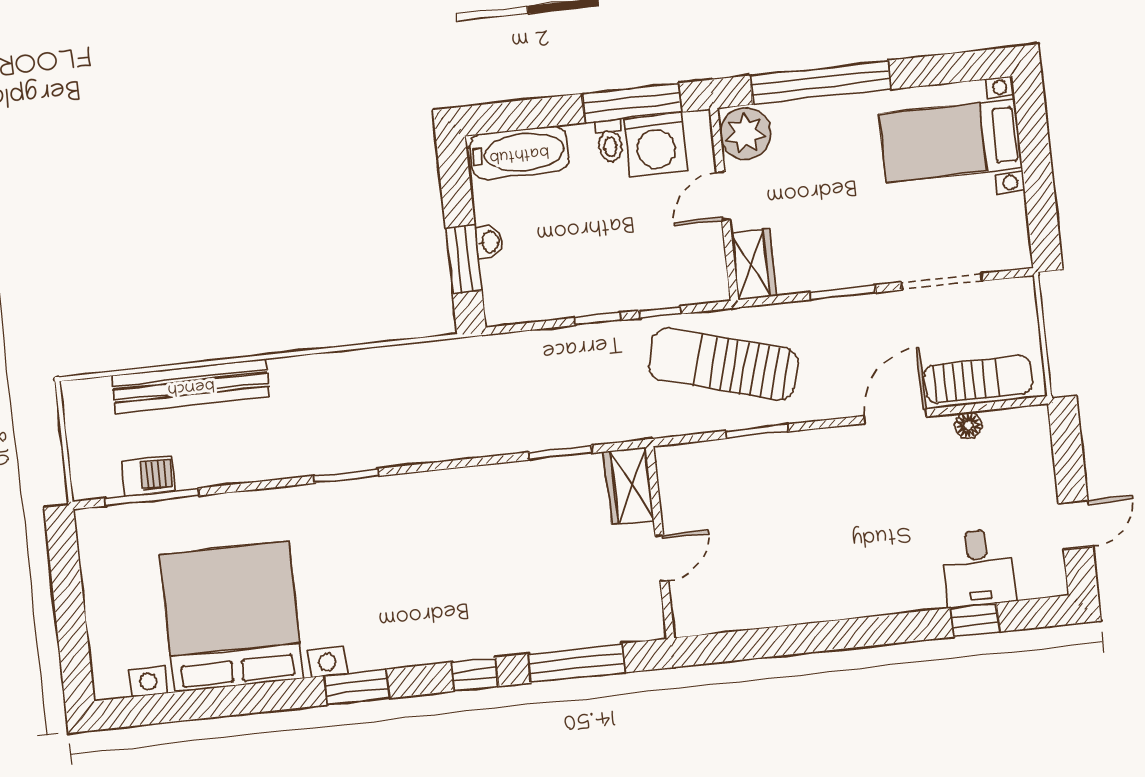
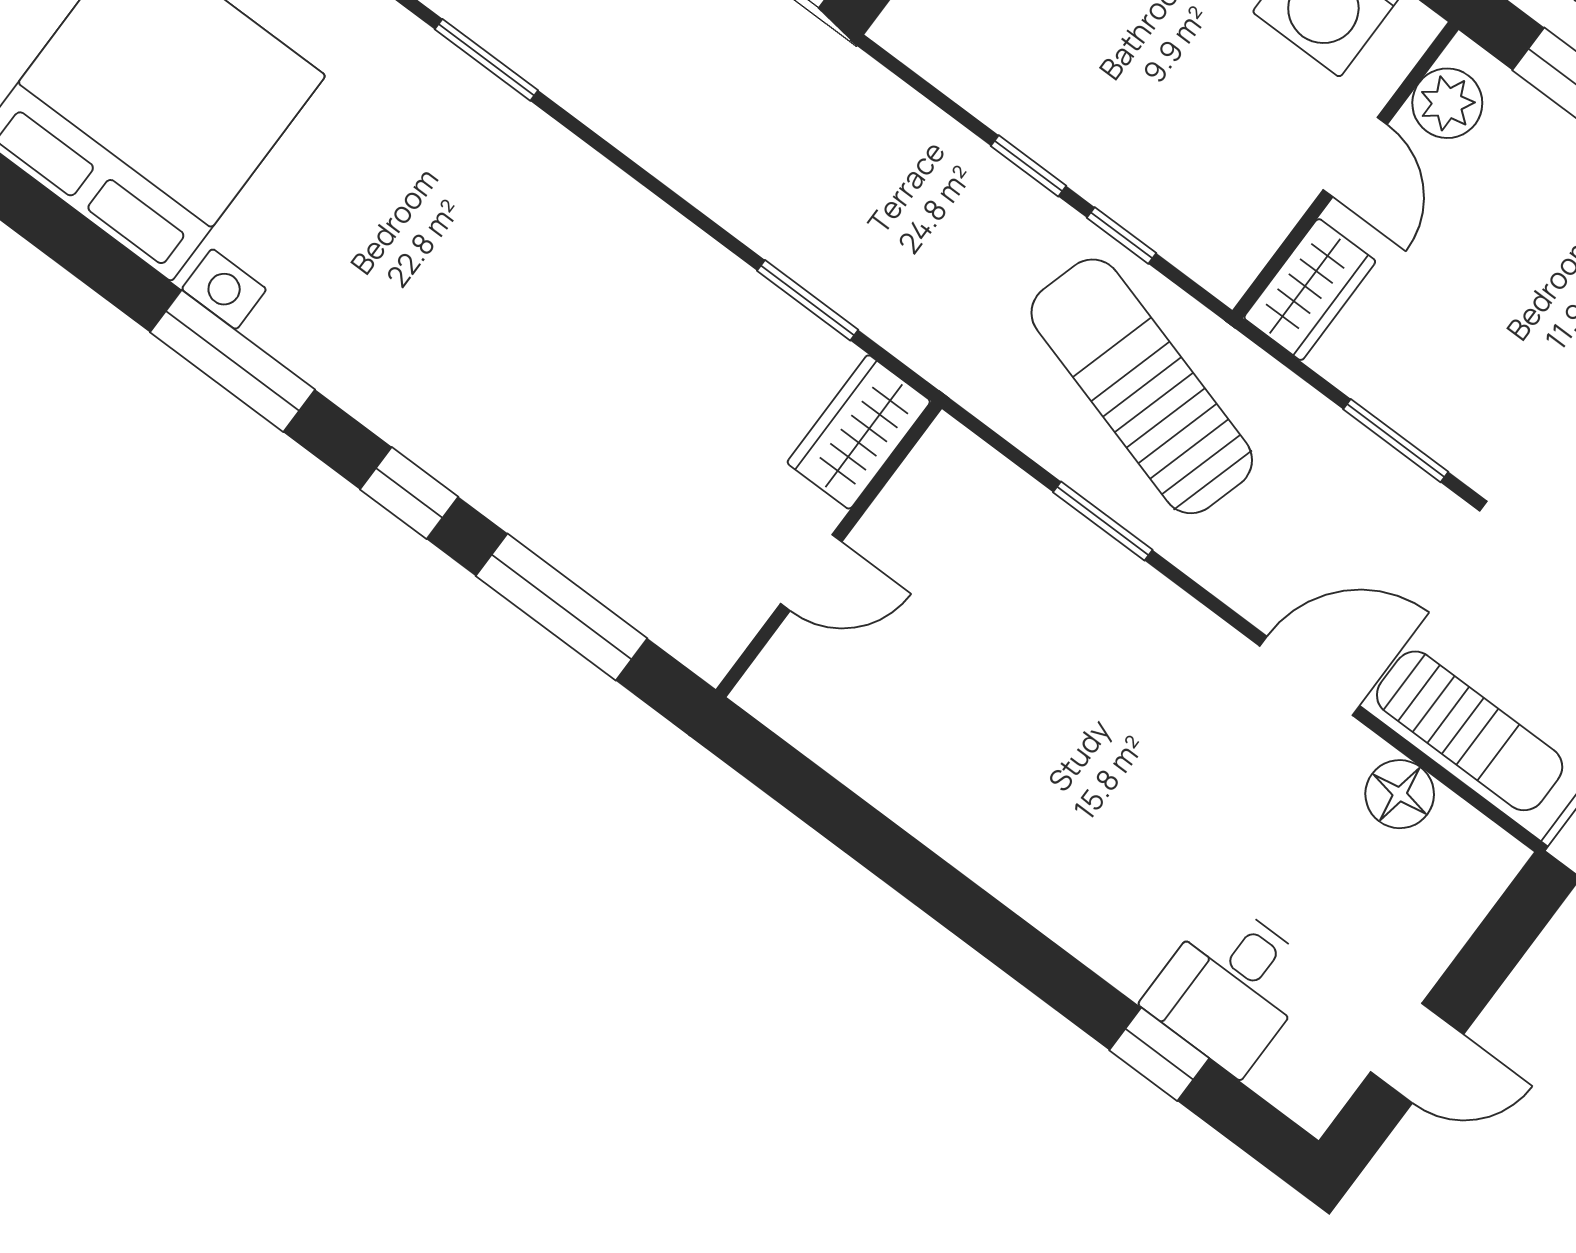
plant: (746, 133) -> (1447, 103), width x0.73, depth x0.73
door: (723, 196) -> (1355, 157), swing flipped
floor lamp: (969, 425) -> (1400, 794), width x1.37, depth x1.37
window: (357, 687) -> (233, 361), width x1.44

